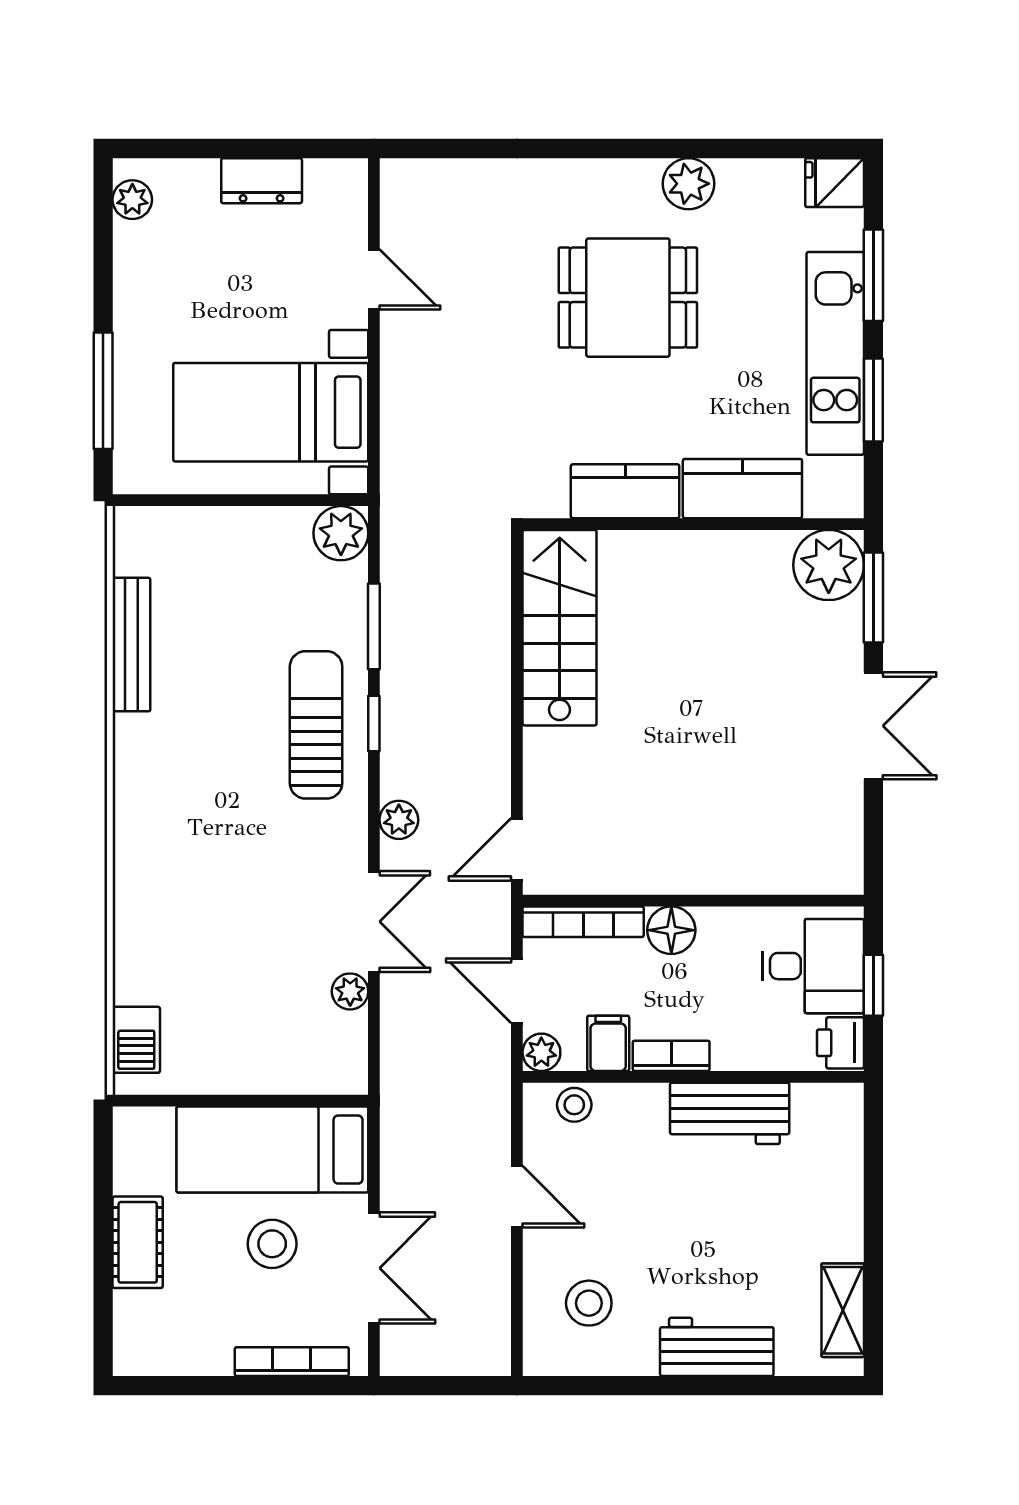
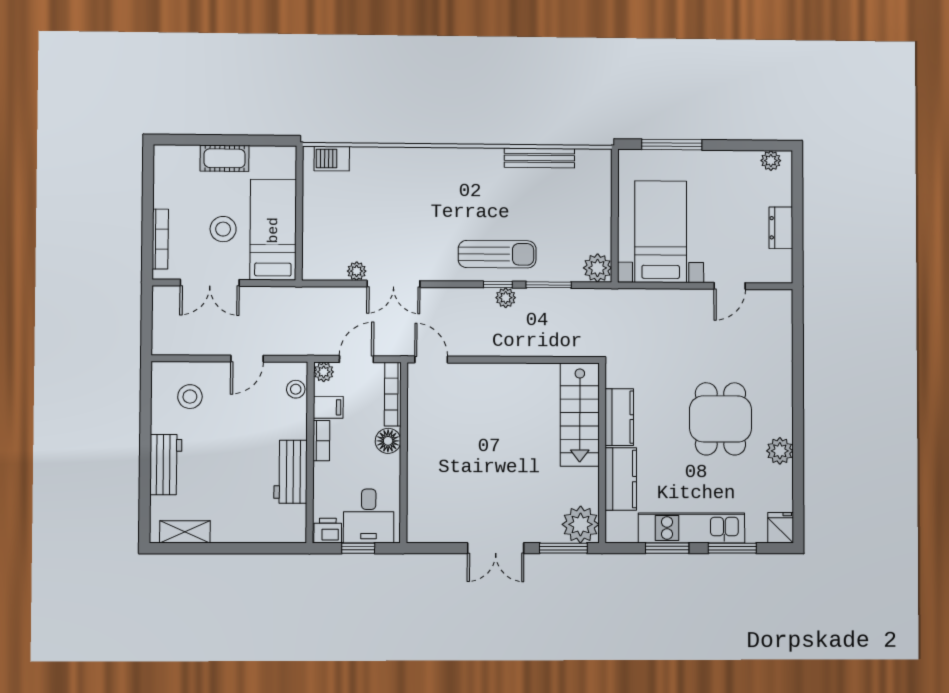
stairs: (560, 628) -> (580, 415), moved, turned 90
plant: (399, 820) -> (506, 298), moved

